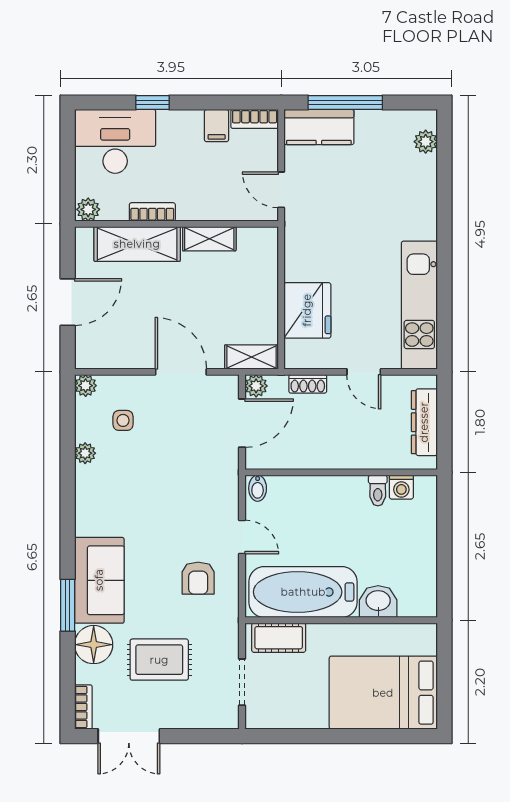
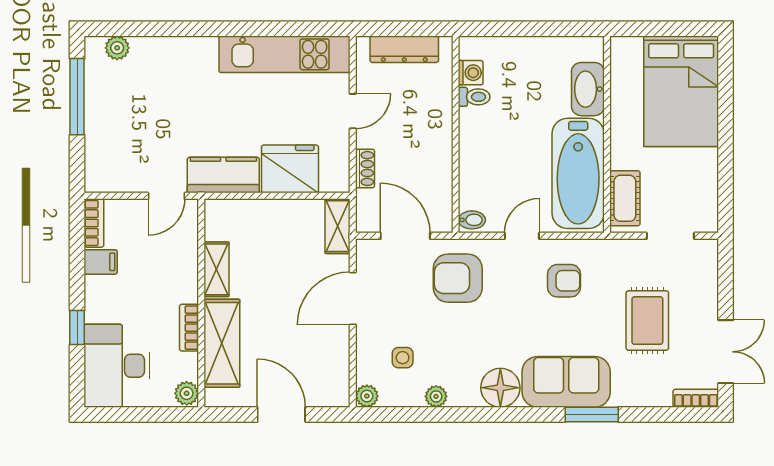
window: (345, 102) -> (77, 97), moved
kitchen counter: (319, 127) -> (223, 175), moved, turned -90
plant: (256, 386) -> (367, 221), removed
armchair: (201, 474) -> (458, 278), added
washbasin: (378, 601) -> (588, 89), width x1.38
floor lamp: (94, 645) -> (500, 388), moved

